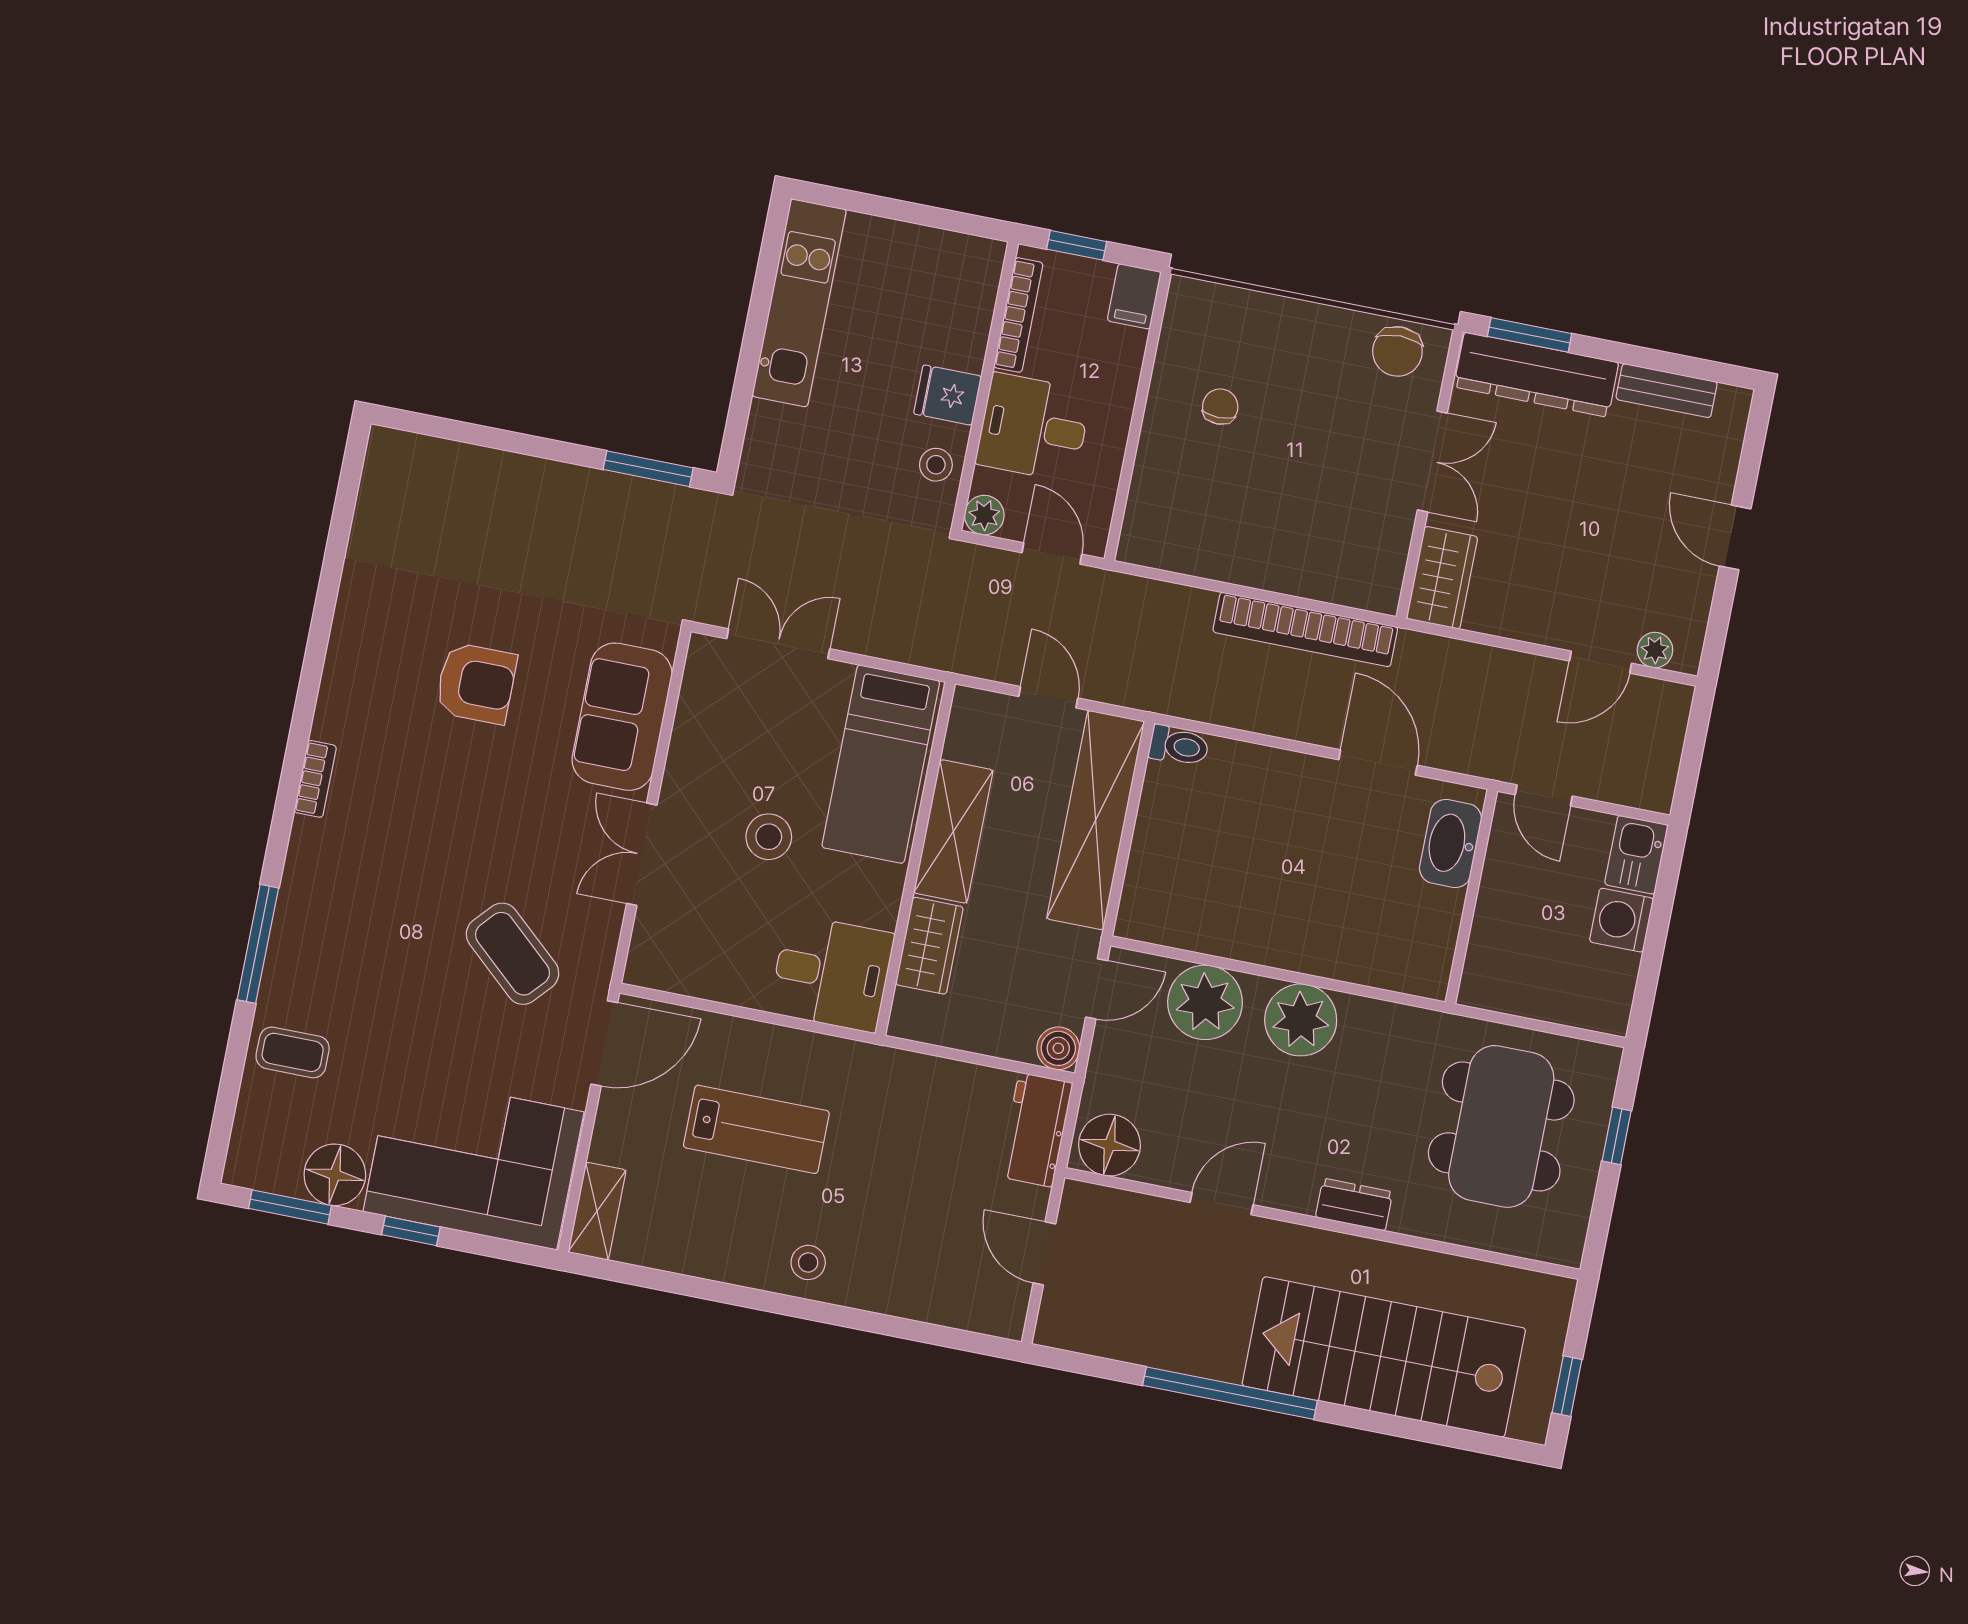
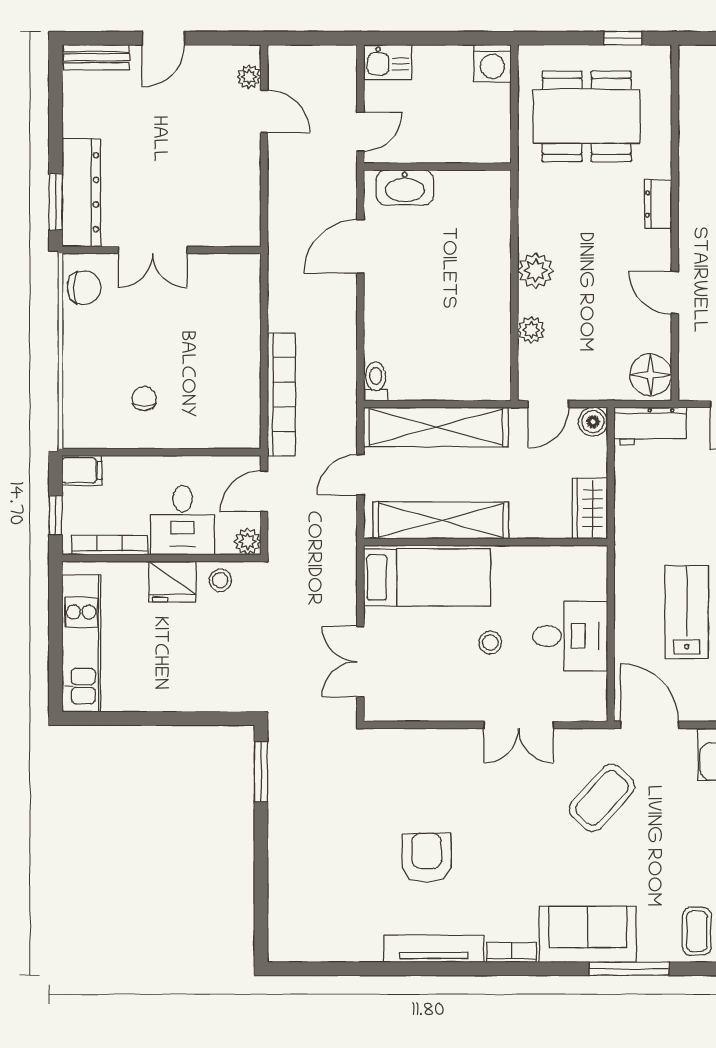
kitchen unit: (799, 303) -> (81, 644), moved, turned 90
bench: (1667, 391) -> (96, 57), moved, turned 90
fridge: (948, 395) -> (172, 582), width x1.38
chair: (1220, 407) -> (144, 399), turned 90
double door: (1432, 462) -> (153, 250), swing flipped
wardrobe: (1442, 578) -> (229, 228), removed
bookcase: (1305, 629) -> (281, 394), moved
tv unit: (343, 668) -> (434, 949), added
sofa: (622, 717) -> (588, 934), moved, turned 180
shelving: (953, 831) -> (441, 520), width x1.47
stool: (769, 837) -> (490, 643), width x0.73, depth x0.73
washing machine: (1622, 920) -> (492, 63), moved
wardrobe: (929, 946) -> (590, 508), moved, turned -90
desk: (832, 973) -> (570, 636), moved, turned 90
door: (1097, 989) -> (548, 404), swing flipped
plant: (1205, 1002) -> (531, 330), width x0.53, depth x0.53
plant: (1301, 1020) -> (536, 270), width x0.73, depth x0.73
window: (1617, 1136) -> (623, 38), moved

